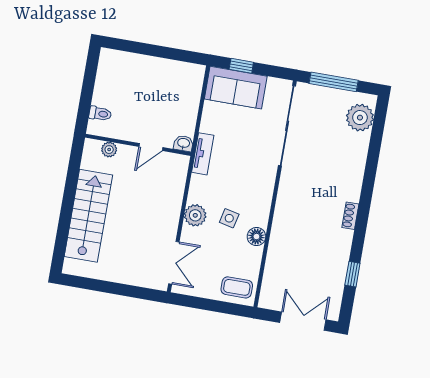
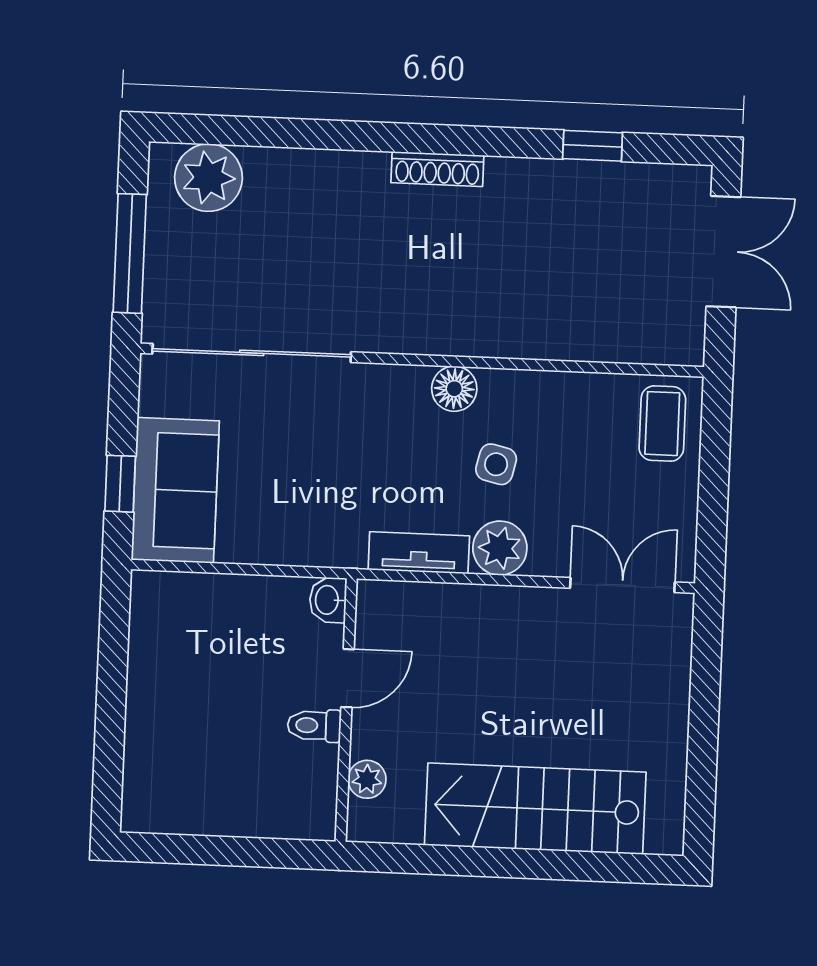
toilet: (100, 114) -> (314, 725), moved, turned -90
door: (151, 147) -> (348, 678), hinge flipped
tv unit: (203, 154) -> (419, 553), moved
shoe rack: (350, 216) -> (437, 169), width x1.43
floor lamp: (256, 237) -> (454, 389), moved
double door: (303, 321) -> (723, 252), swing flipped

